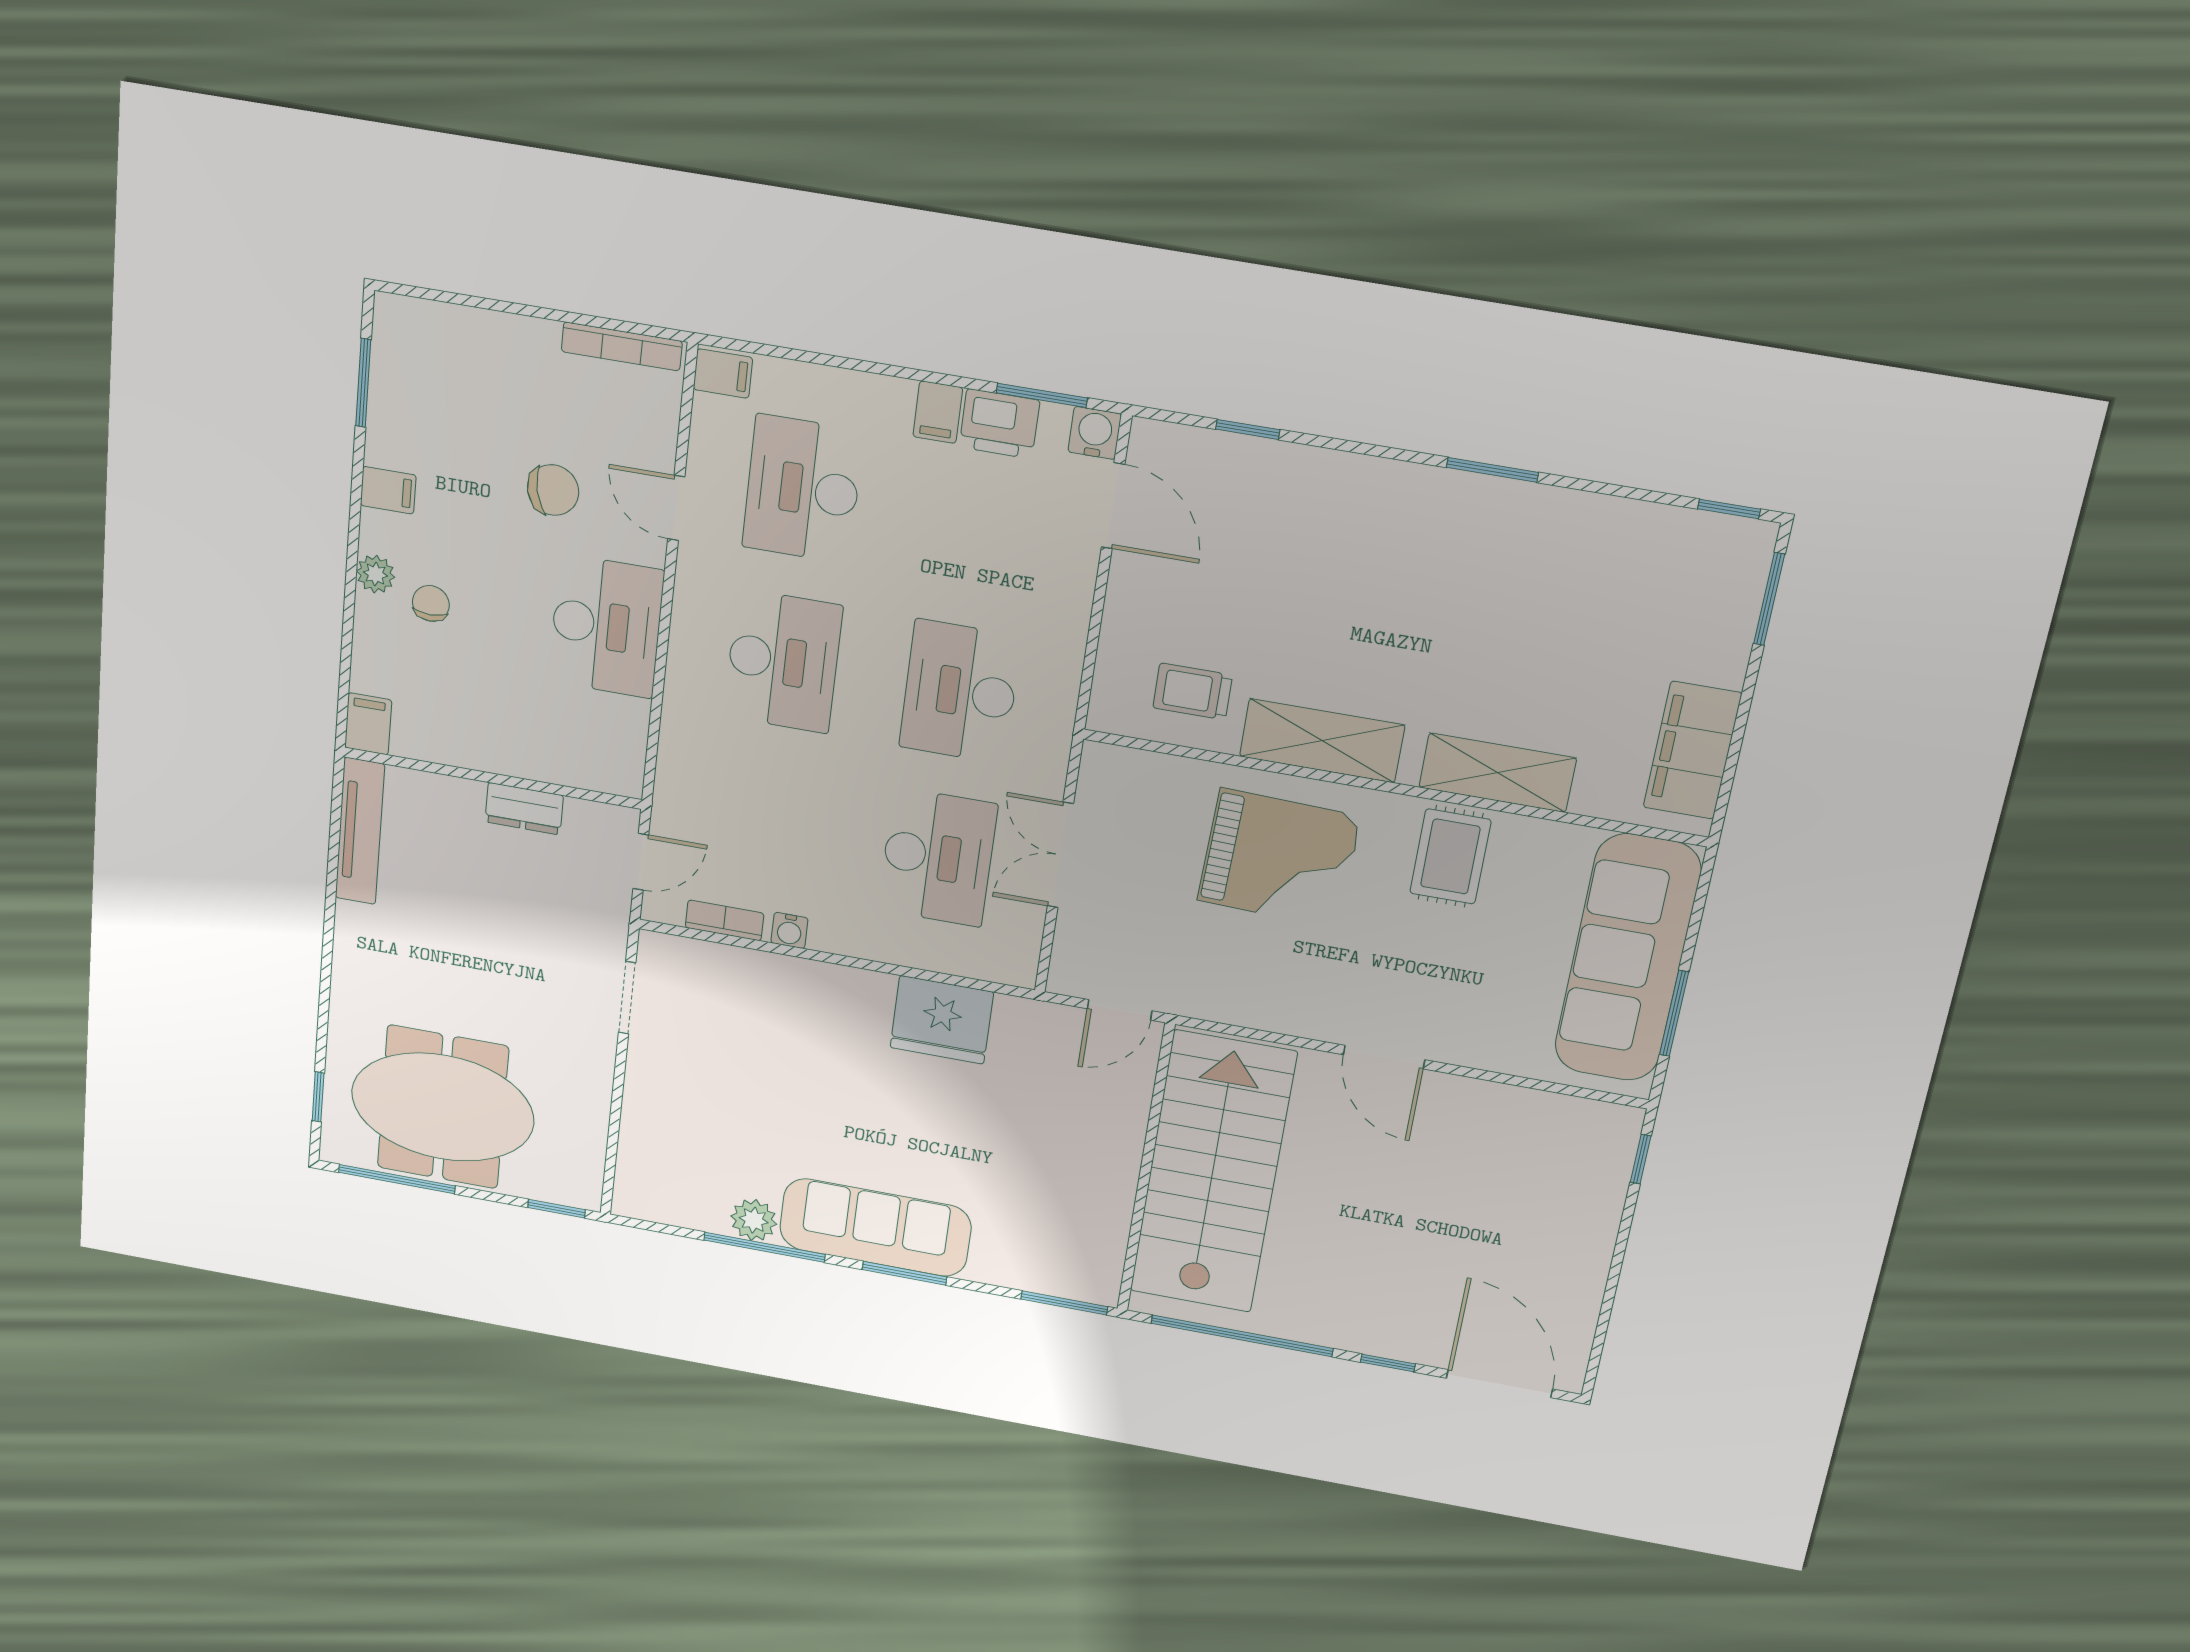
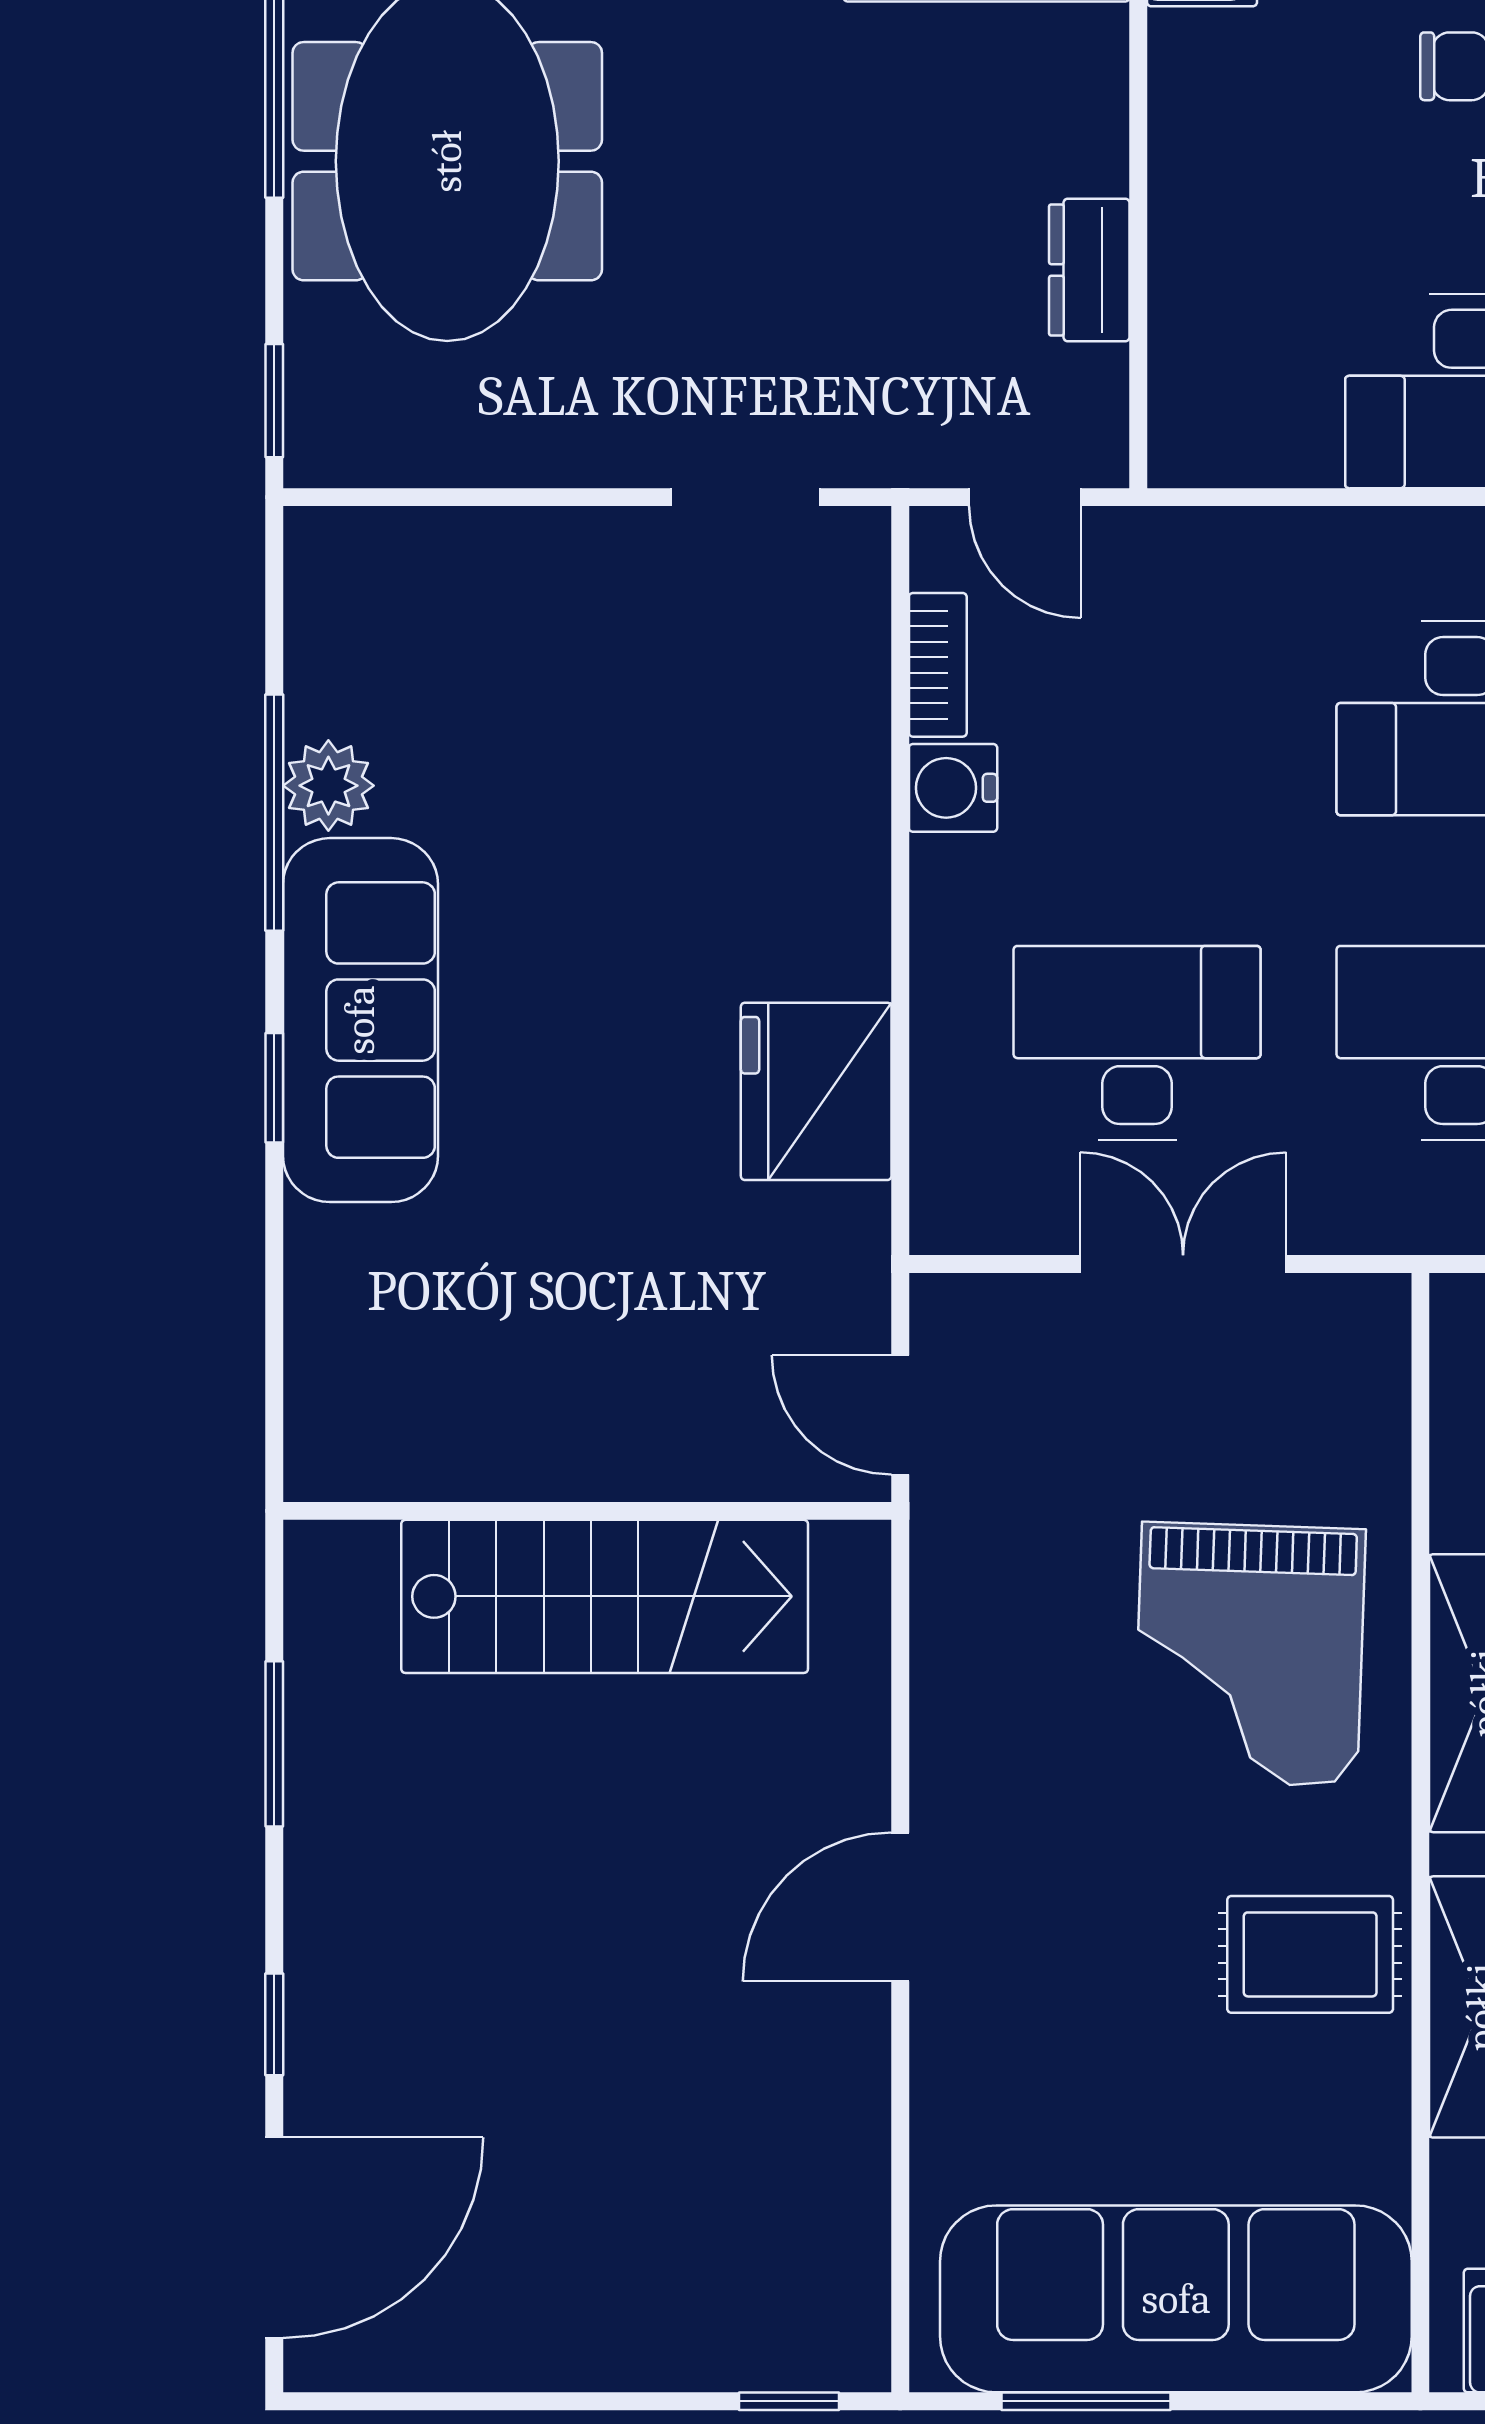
desk: (938, 857) -> (1137, 1043), turned 180
water cooler: (789, 930) -> (953, 788), width x1.38, depth x1.38
stairs: (1213, 1173) -> (605, 1596), width x0.73, depth x0.66
window: (905, 1273) -> (274, 1088), width x0.67
window: (1064, 1303) -> (274, 1400), removed
window: (1242, 1336) -> (274, 1744), width x0.47

